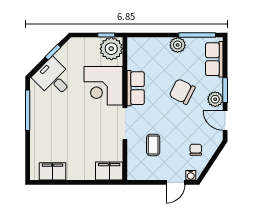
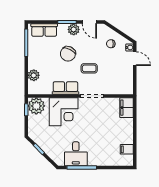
plant: (178, 45) -> (34, 75), moved
desk: (53, 78) -> (76, 154), moved, turned -45
door: (225, 121) -> (89, 22), hinge flipped
coffee table: (153, 145) -> (89, 68), moved
filing cabinet: (52, 171) -> (127, 149), width x0.50

